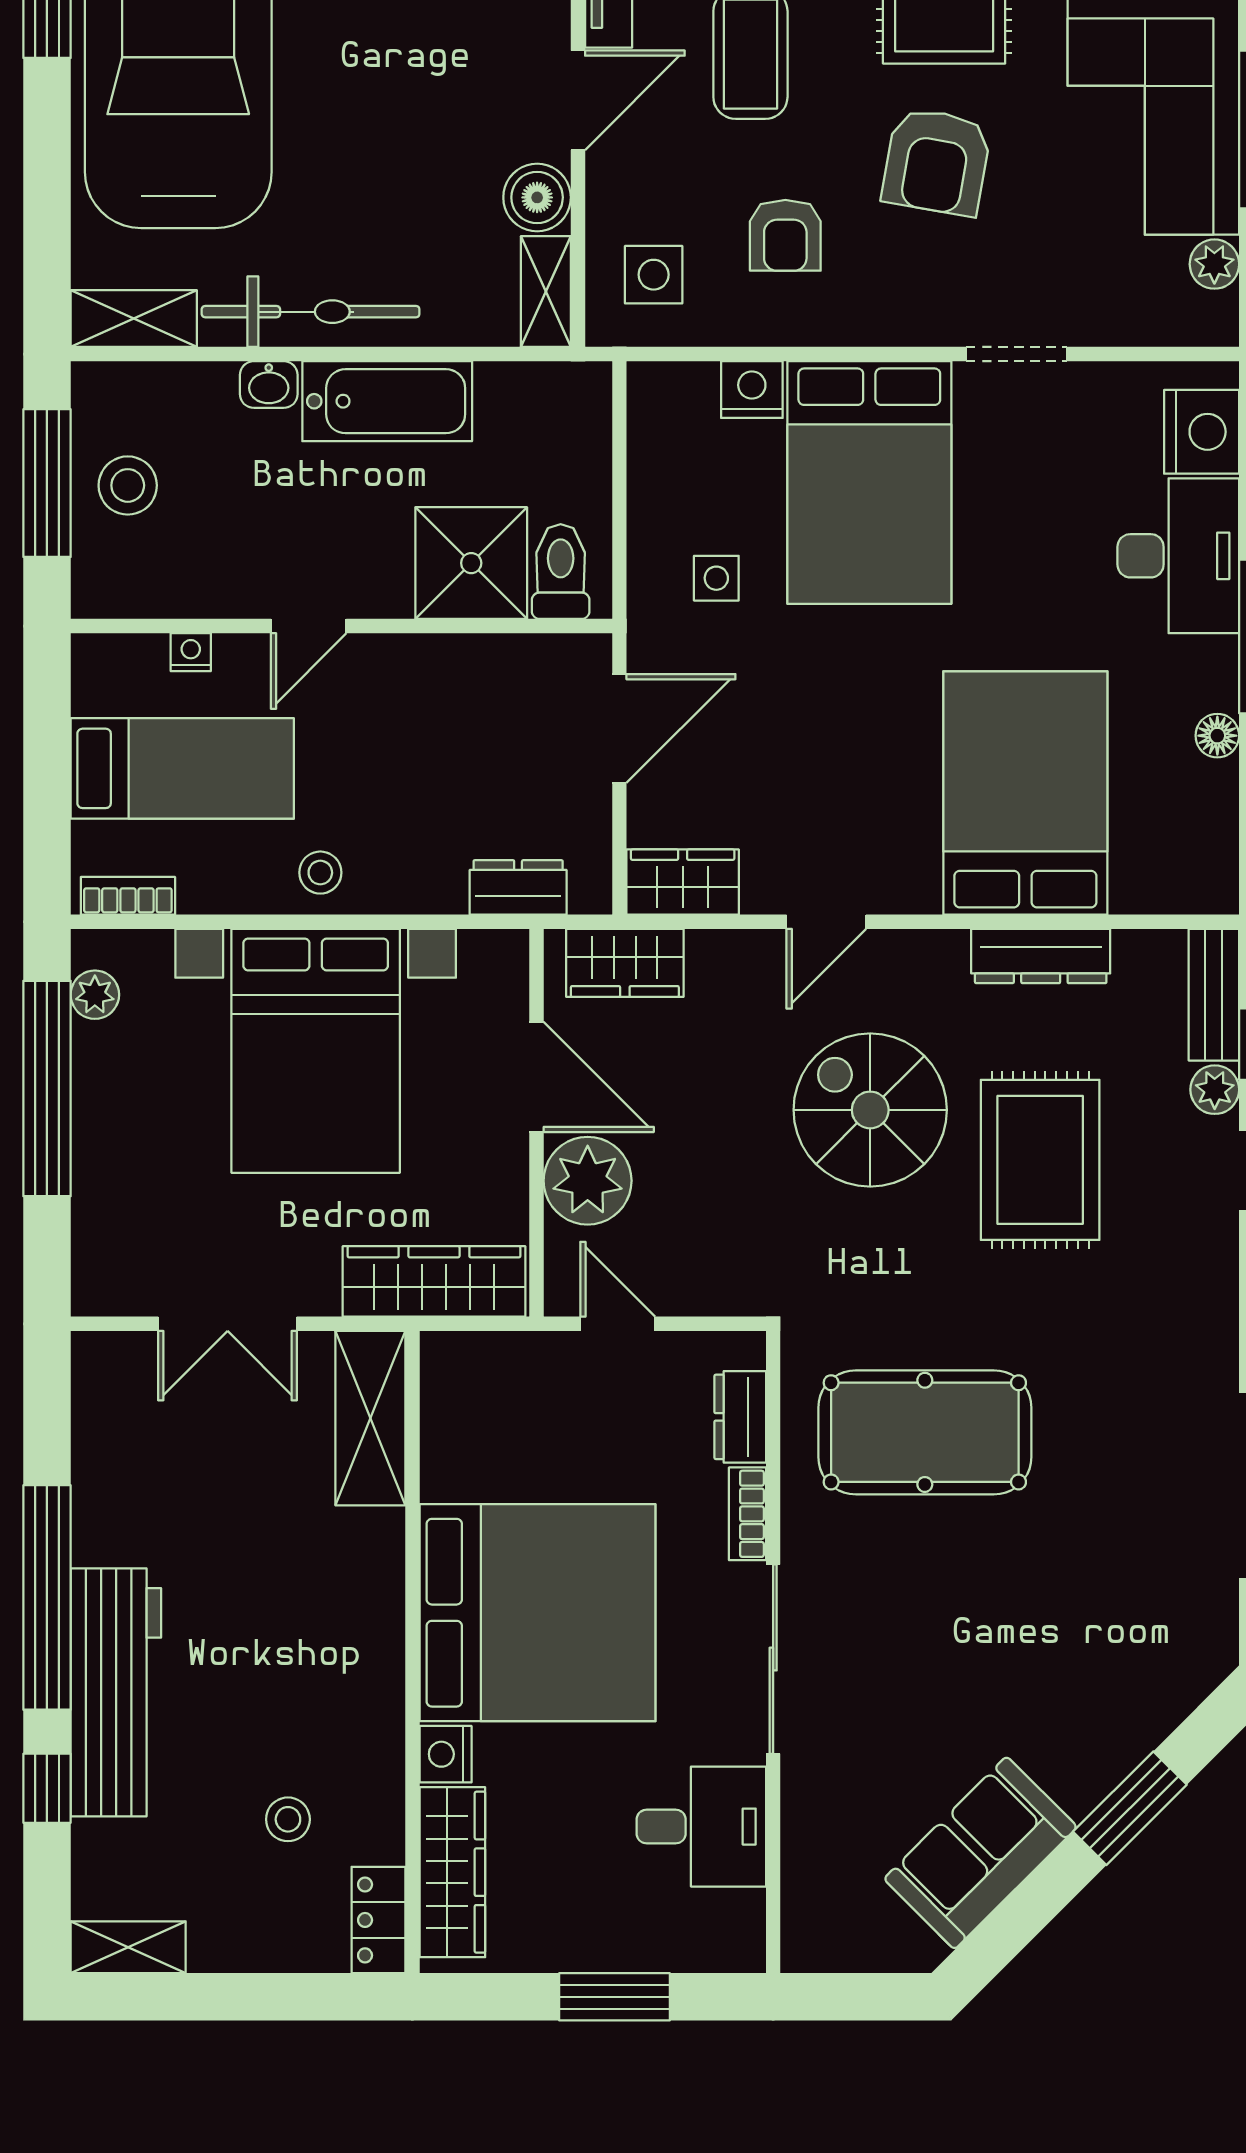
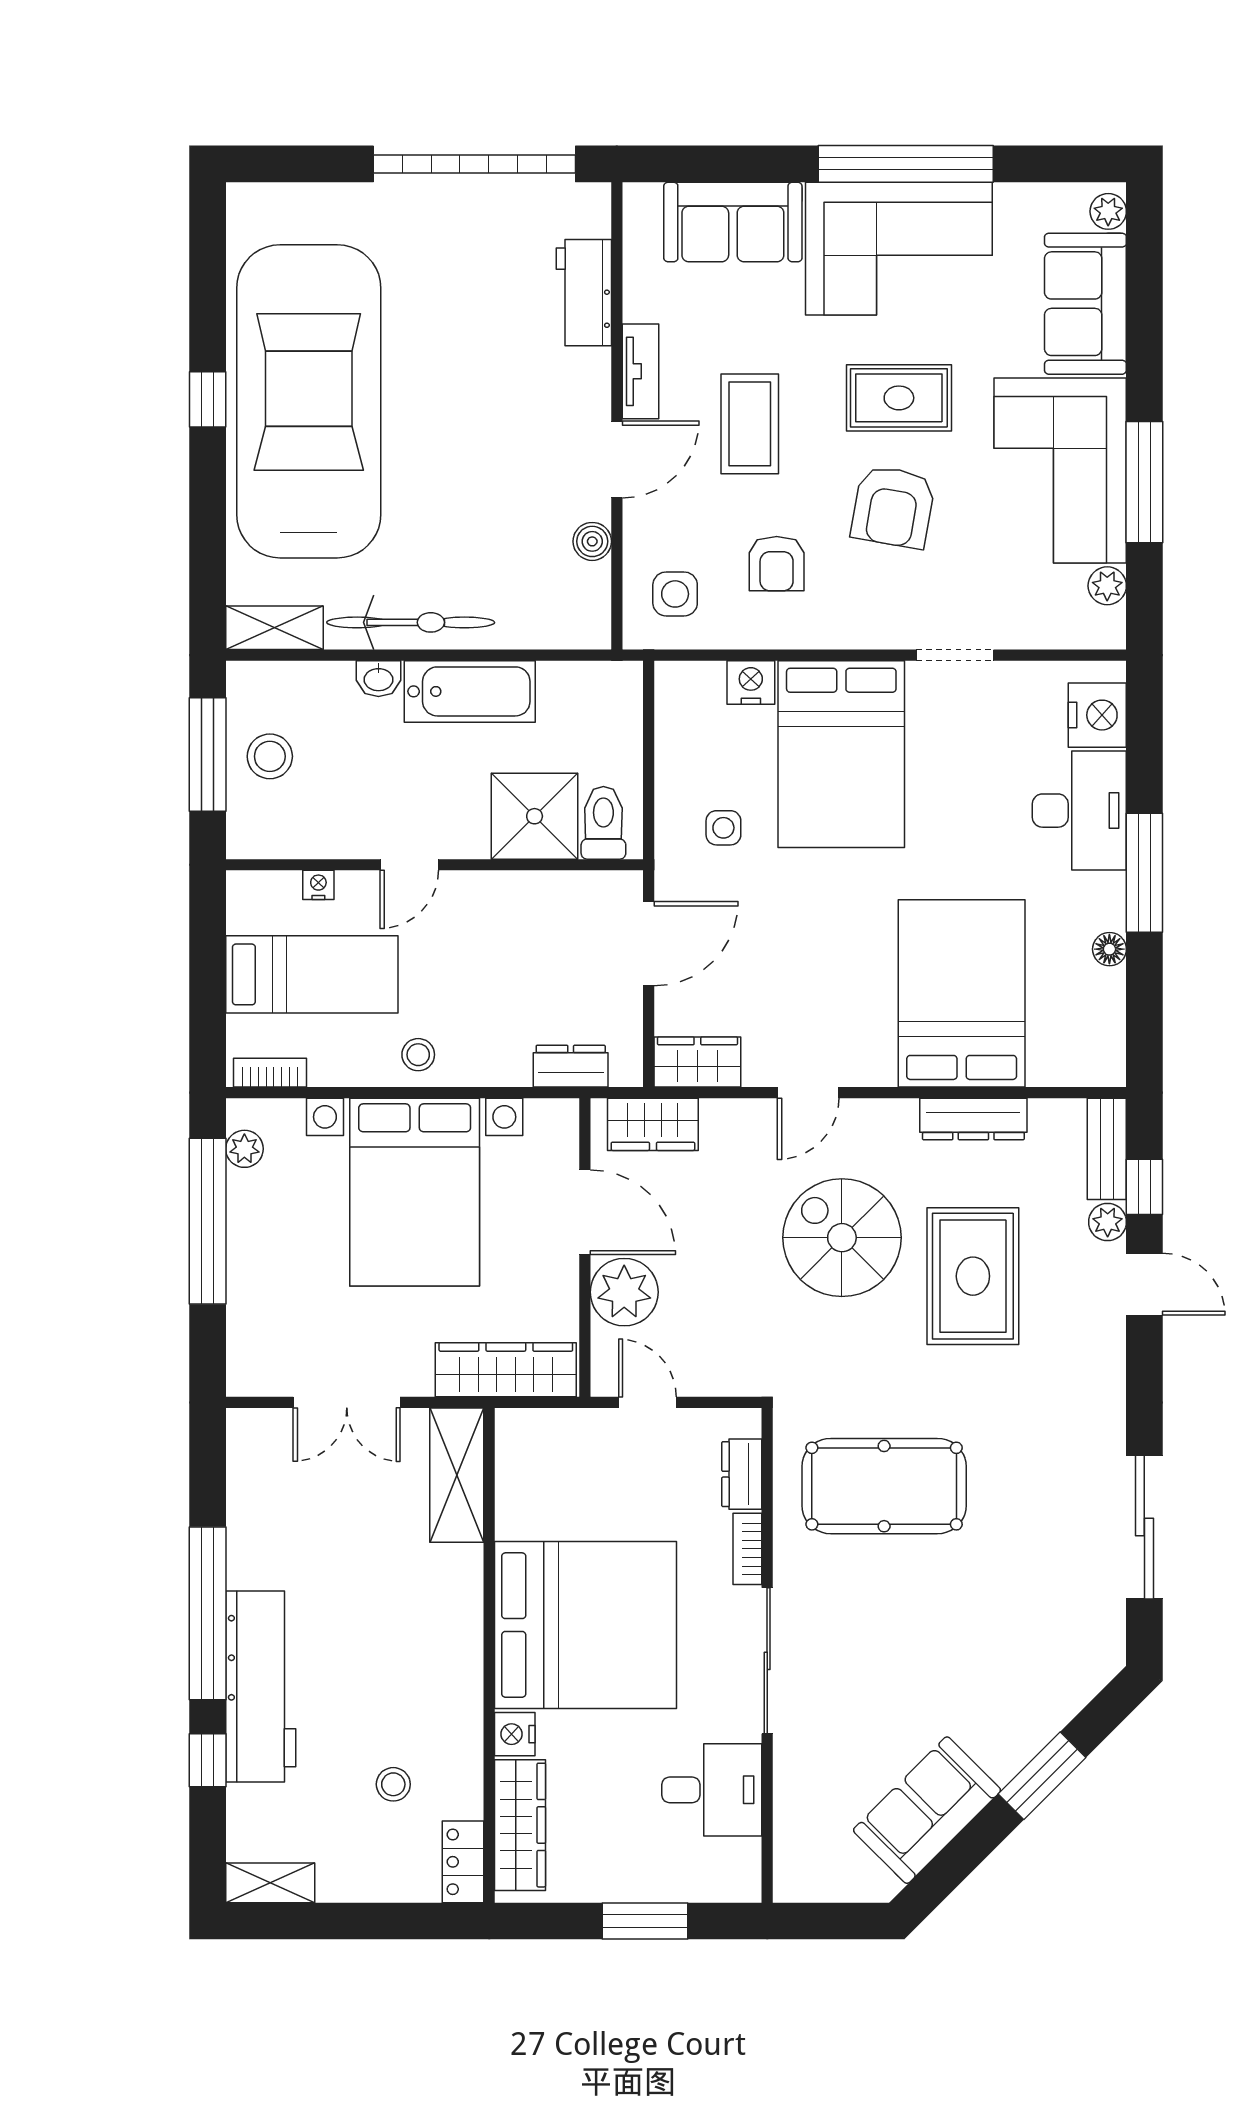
boiler: (537, 197) -> (592, 541), width x0.73, depth x0.73
shelving: (546, 292) -> (592, 607), removed

